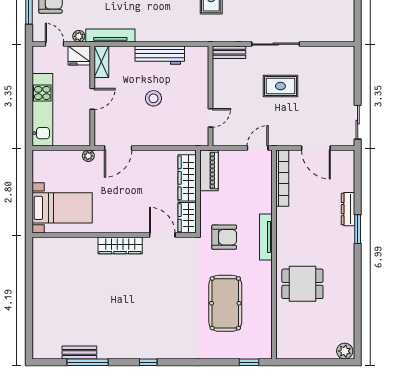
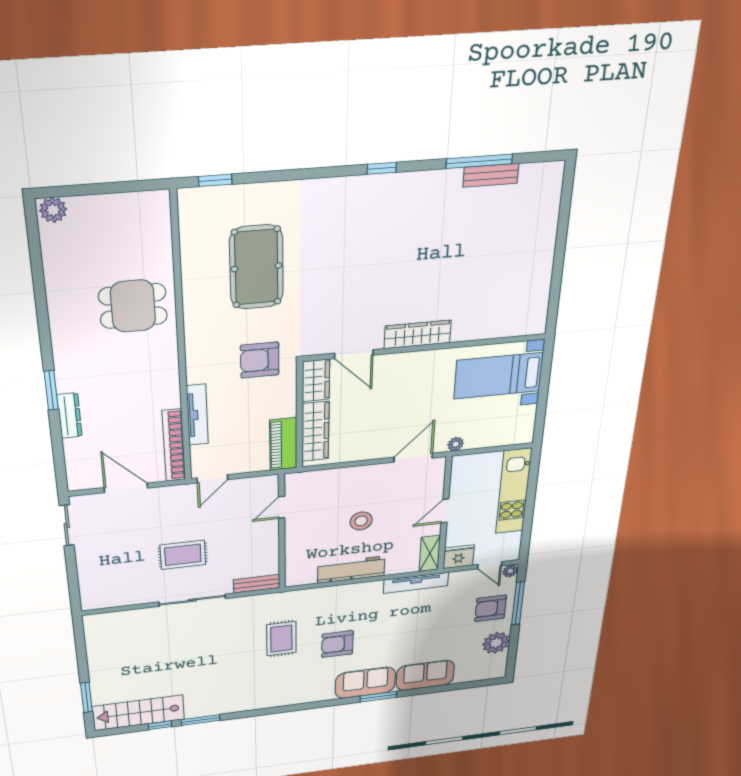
plant: (79, 36) -> (510, 571), moved
tv unit: (266, 237) -> (197, 415), moved

